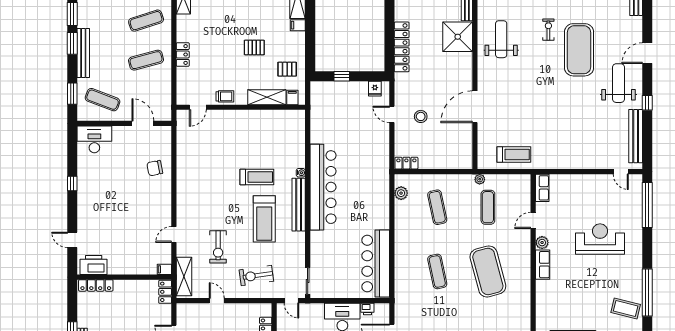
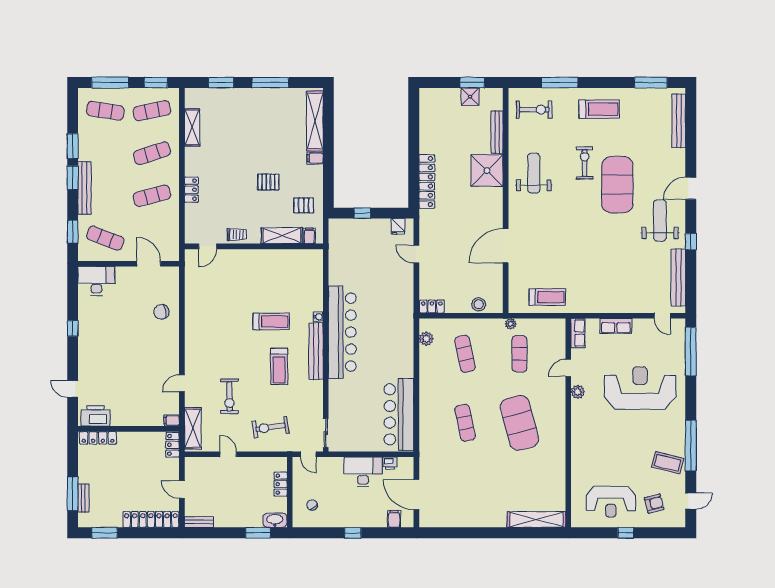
exercise bike: (548, 30) -> (585, 163), width x1.38, depth x1.39
stool: (421, 116) -> (479, 304), moved
treadmill: (264, 219) -> (279, 366), width x0.73, depth x0.73
reception desk: (600, 239) -> (640, 388), width x1.36, depth x1.30
row of seats: (543, 265) -> (616, 326), moved, turned 90

